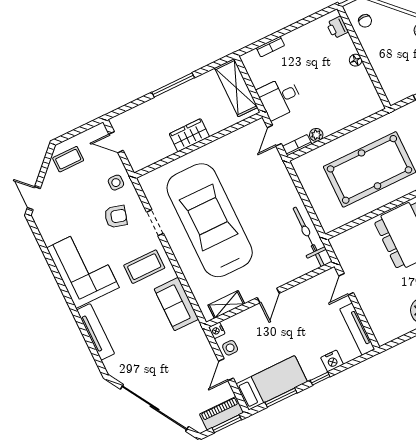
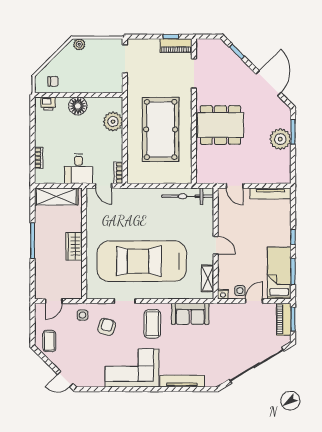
floor lamp: (356, 60) -> (78, 106), width x1.89, depth x1.89
plant: (316, 135) -> (113, 122), moved, width x1.87, depth x1.87
nightstand: (332, 361) -> (284, 222), removed
door: (226, 370) -> (254, 301), swing flipped

